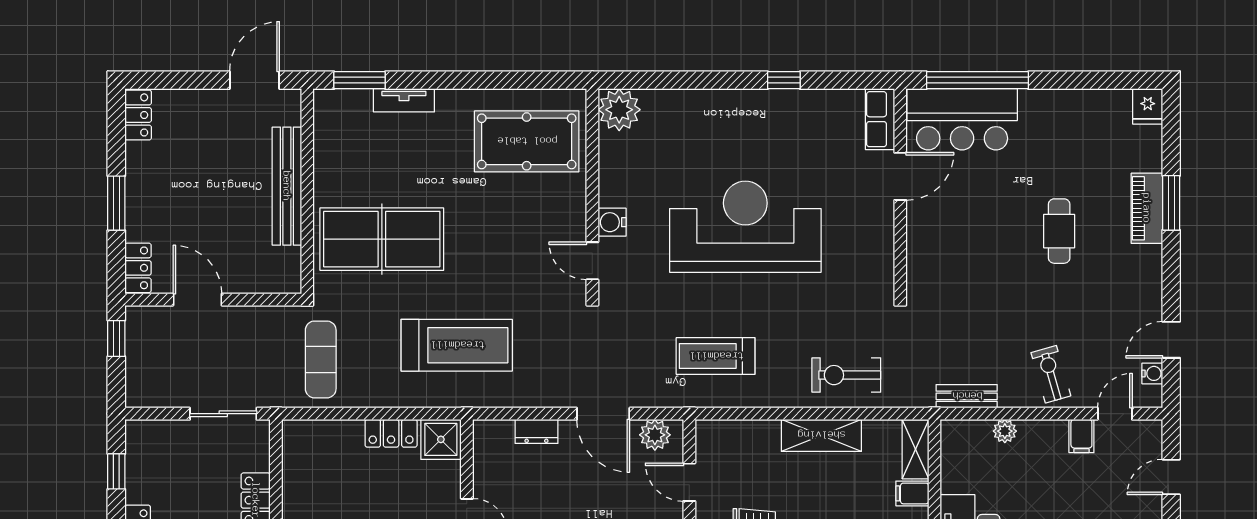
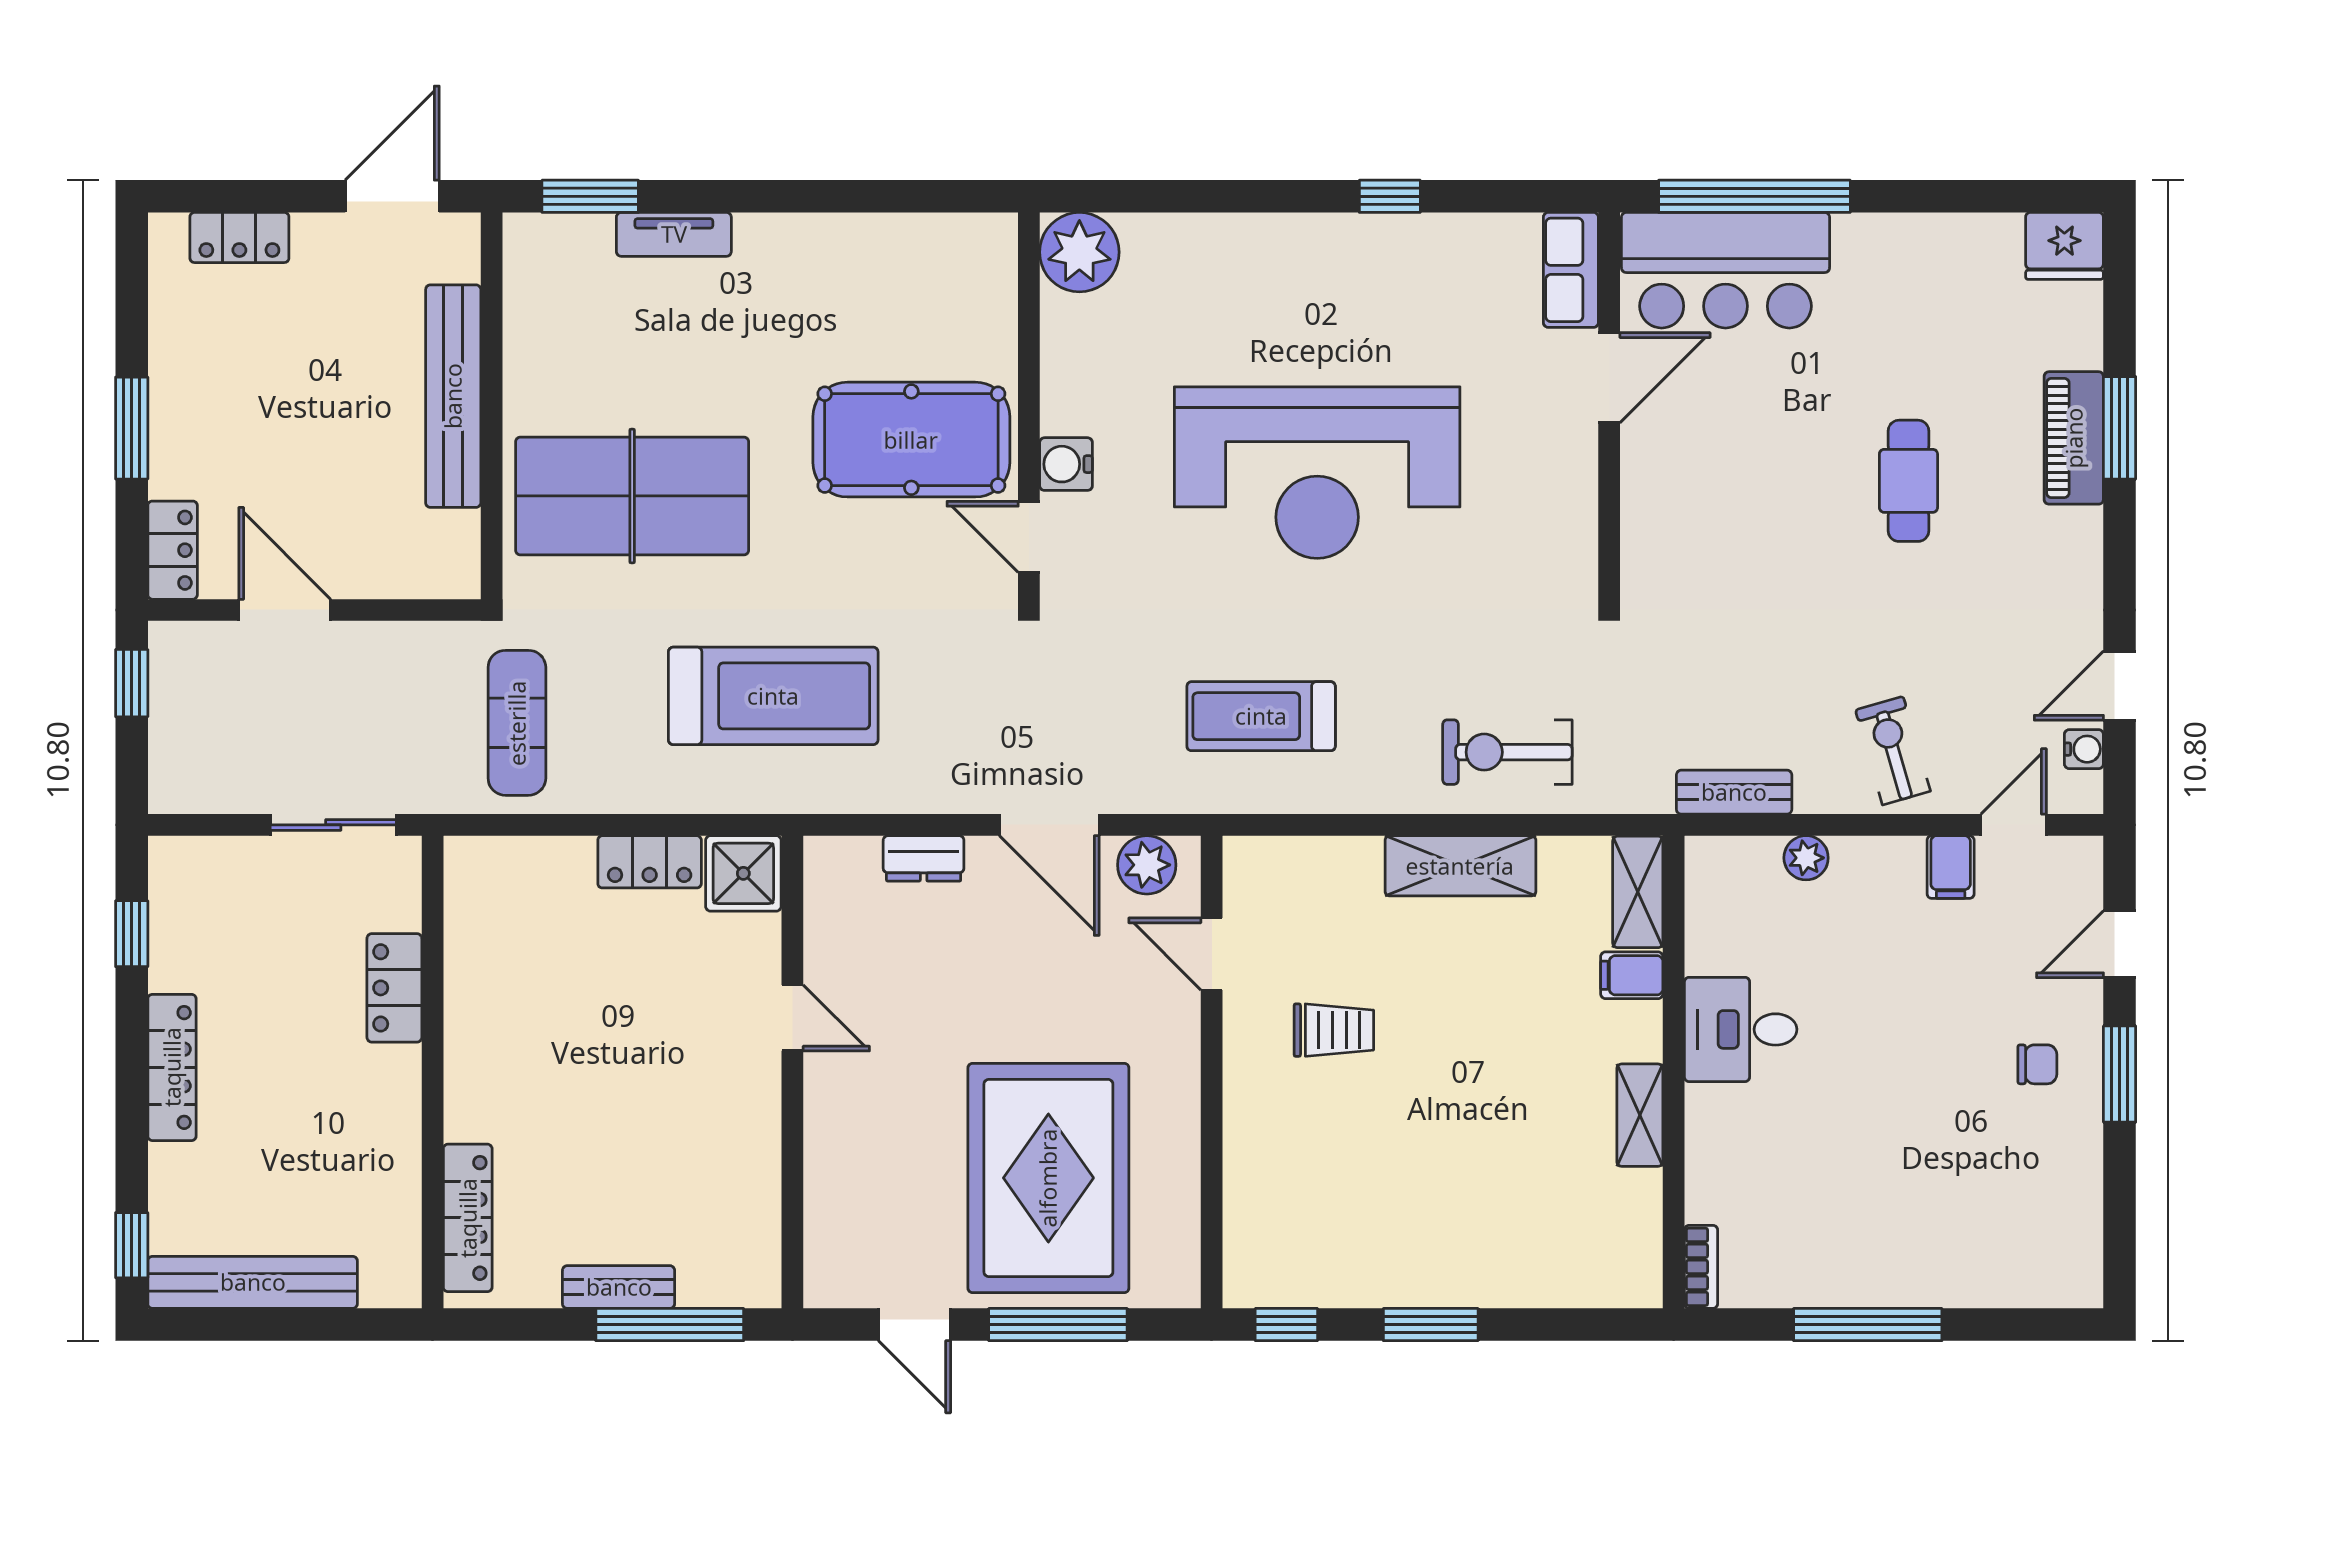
fridge: (1148, 106) -> (2064, 246), width x1.38
locker: (138, 115) -> (239, 237), moved, turned 90
pool table: (527, 141) -> (911, 440), moved
reception desk: (745, 227) -> (1317, 473), turned 180

